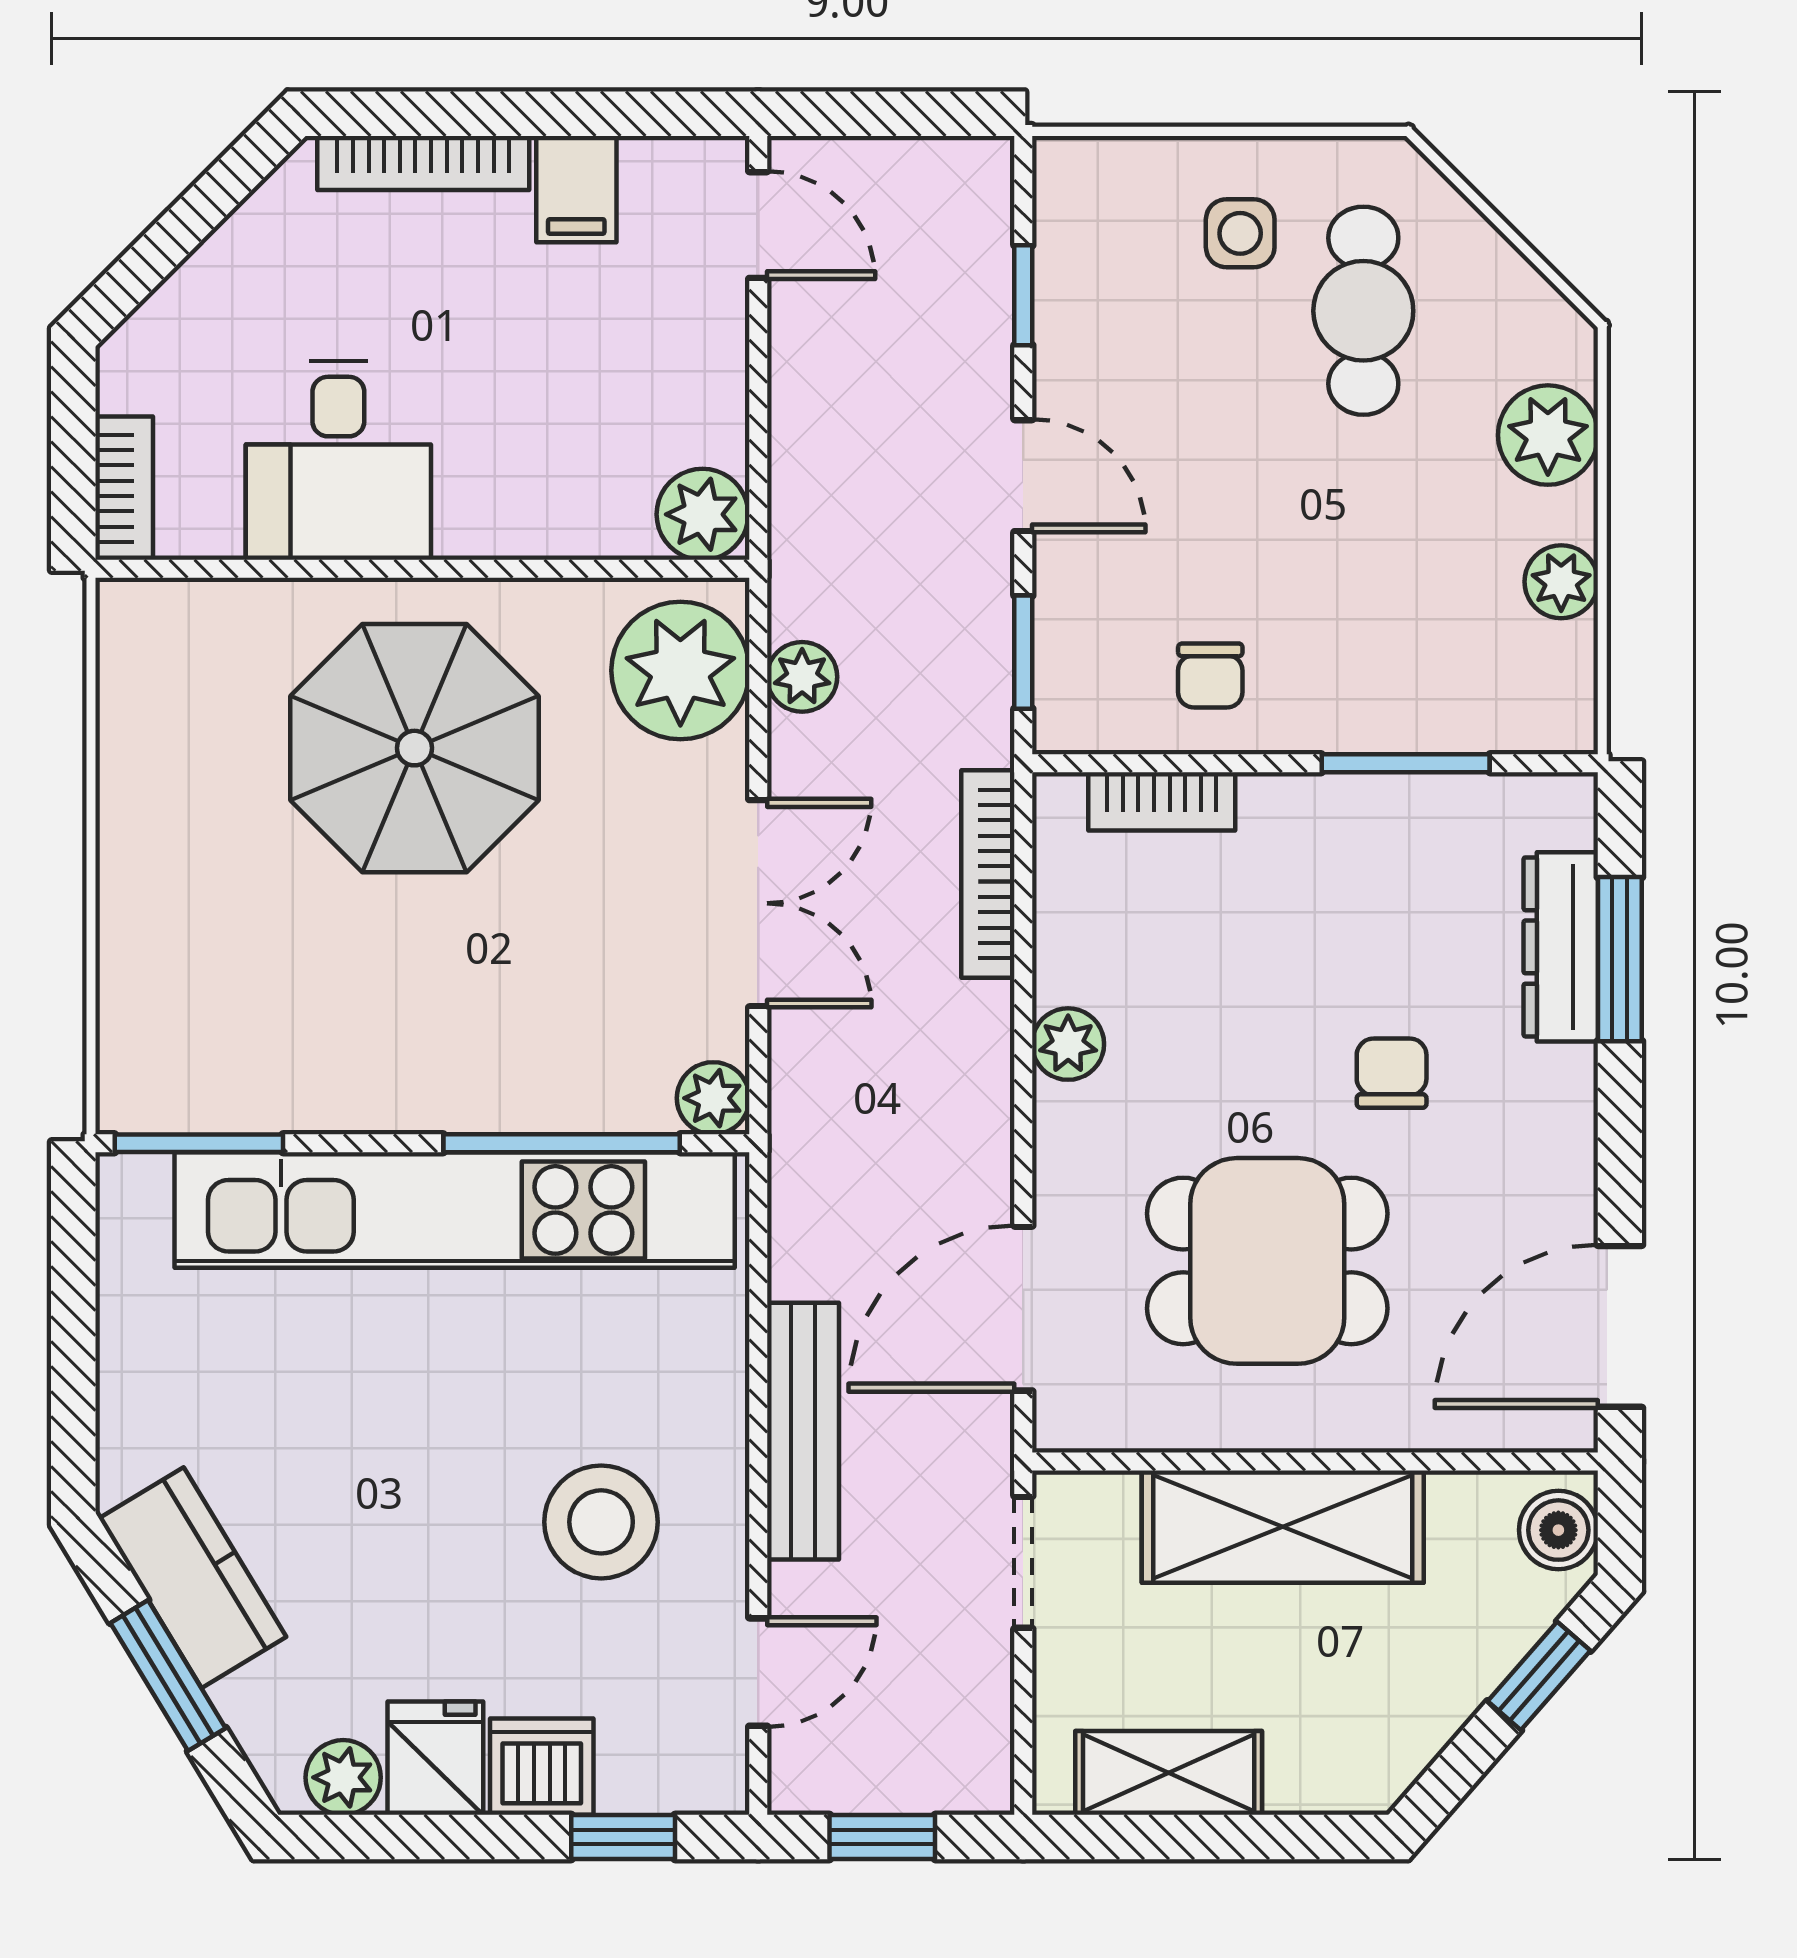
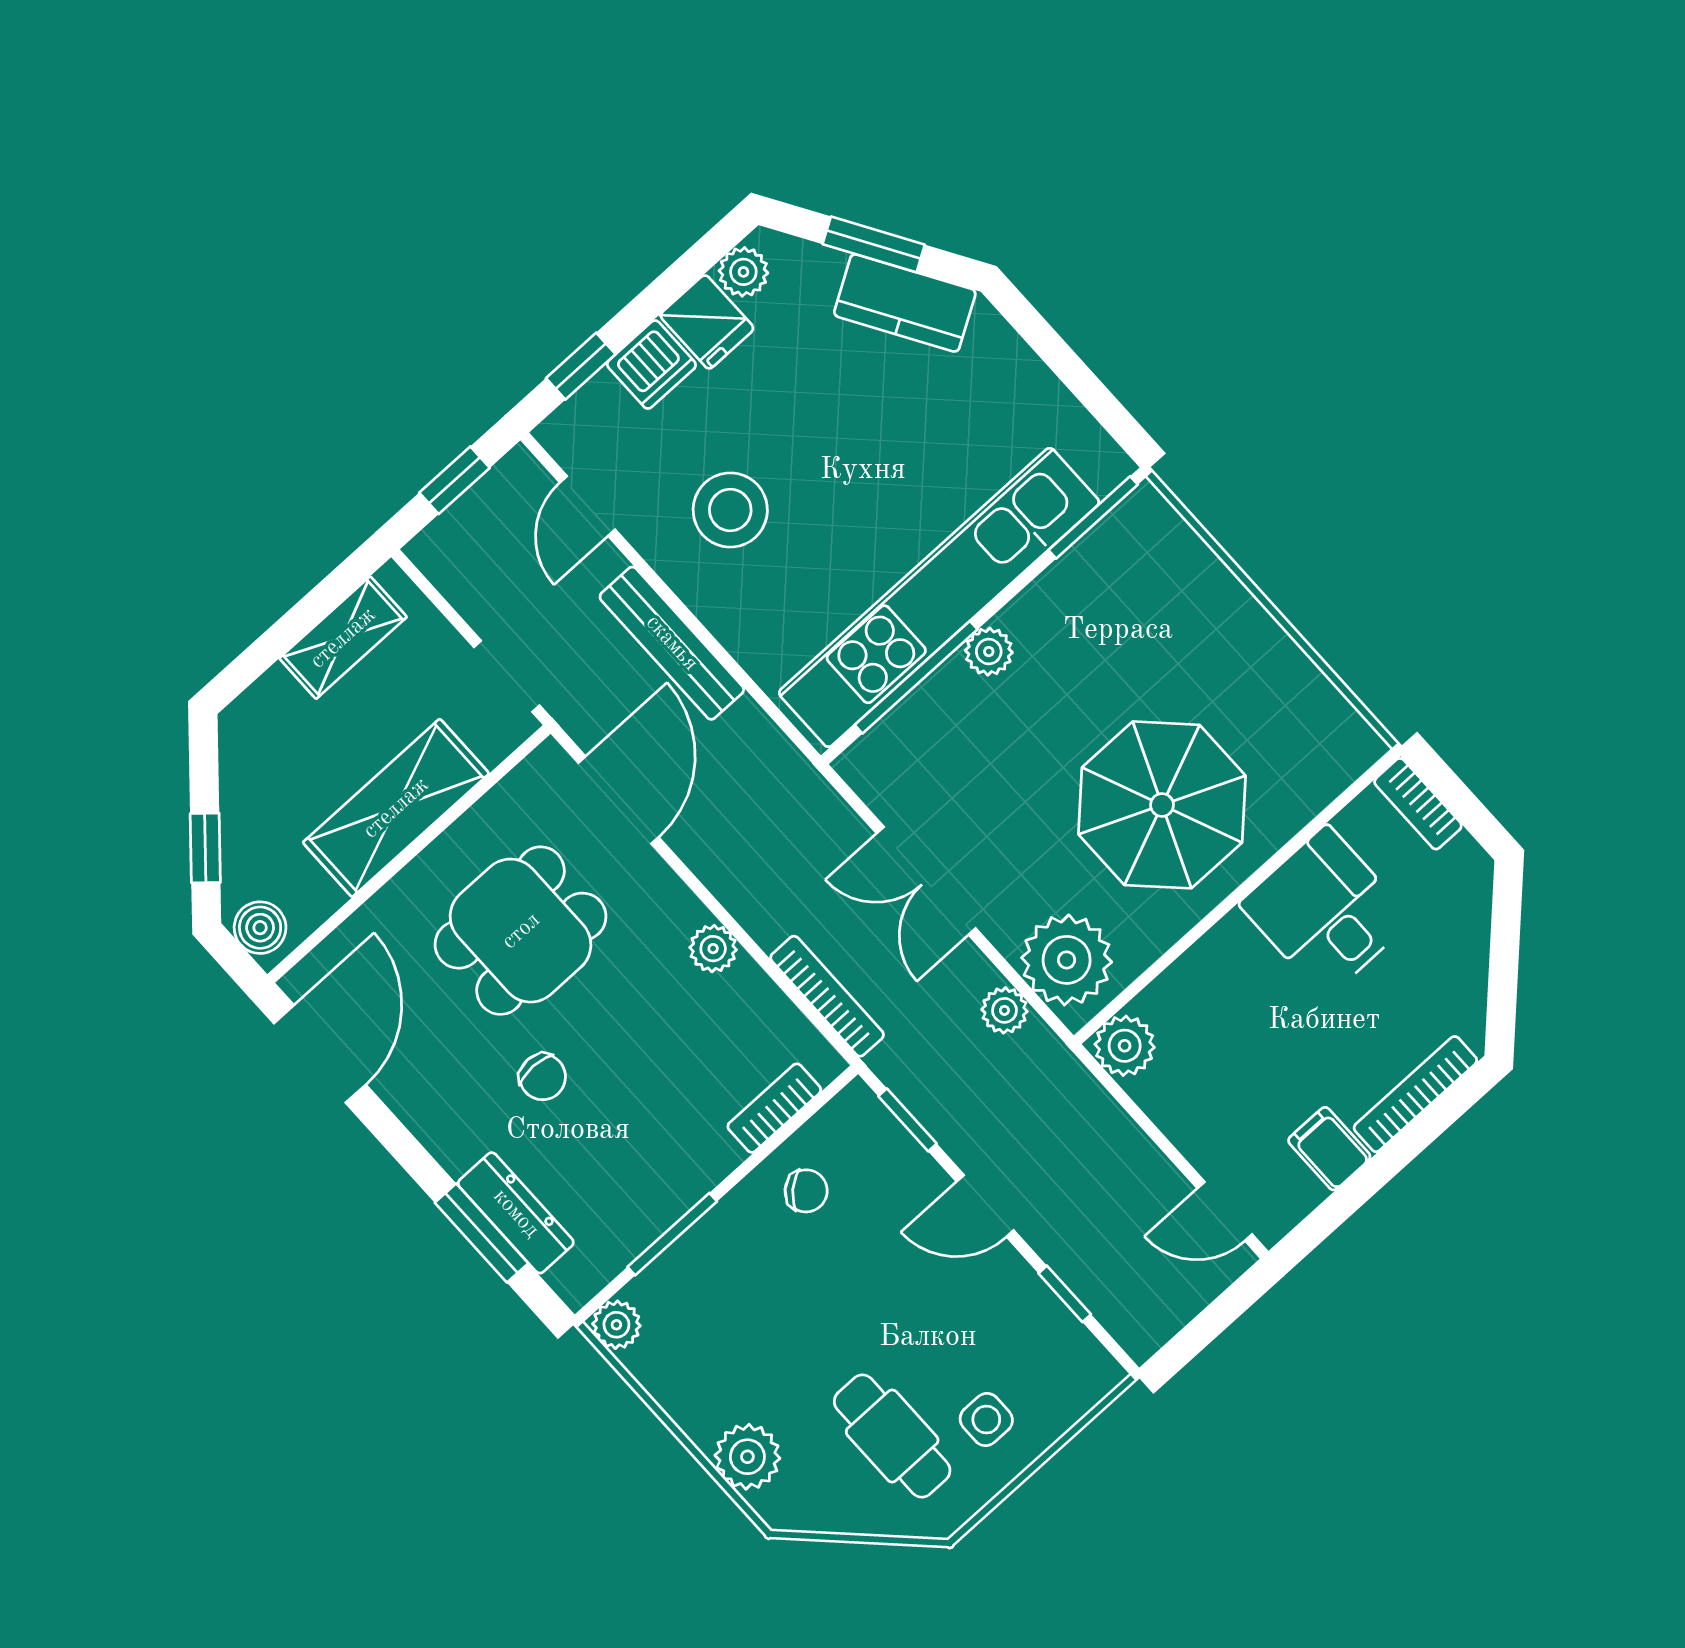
plant: (1561, 582) -> (616, 1325), moved
chair: (1210, 676) -> (806, 1191), turned 137
plant: (713, 1098) -> (989, 652), moved

